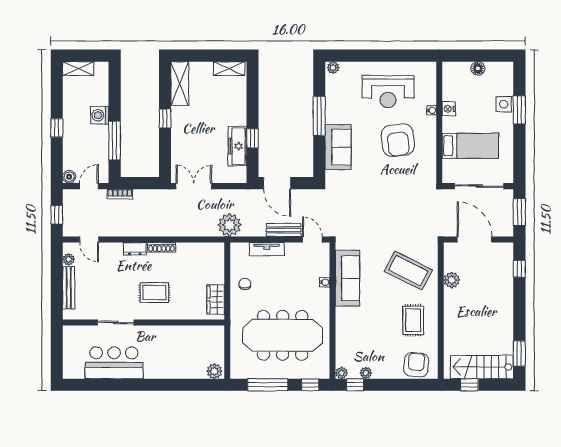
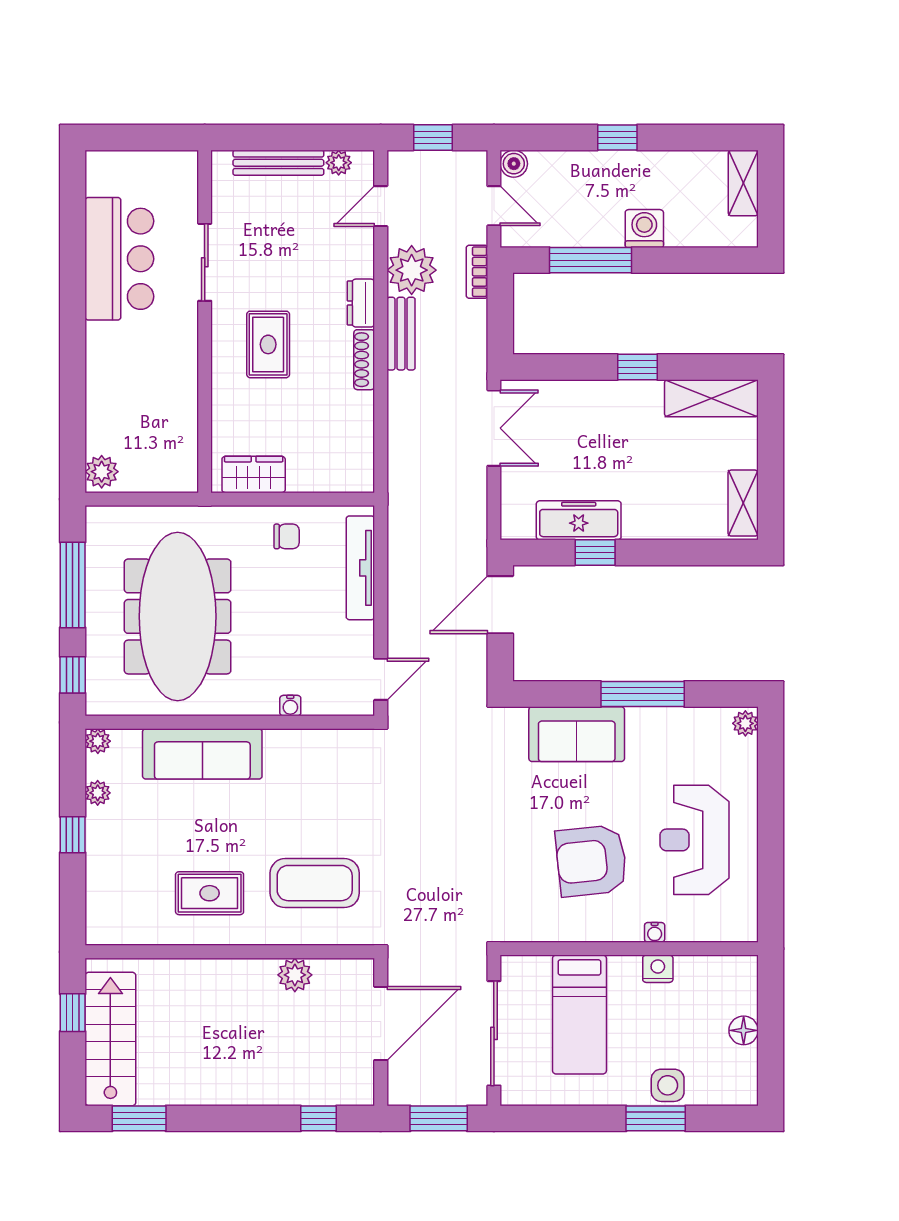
plant: (229, 225) -> (412, 270), moved
bench: (284, 230) -> (401, 334), moved
tv unit: (267, 249) -> (360, 568), width x1.41
coffee table: (408, 271) -> (315, 883), turned 63
sofa: (347, 278) -> (202, 754), moved
armchair: (416, 365) -> (115, 900), removed
window: (355, 385) -> (73, 835), moved

